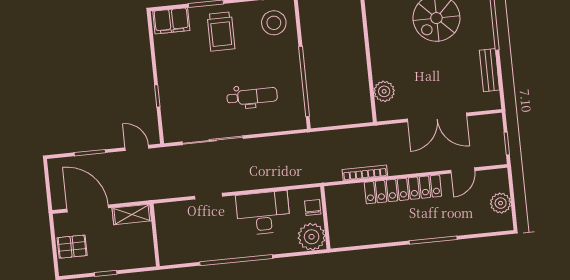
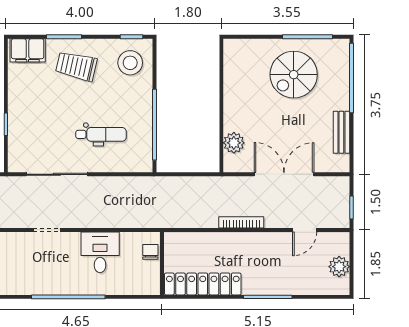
trolley: (221, 32) -> (76, 66), turned 103
double door: (437, 117) -> (284, 174), swing flipped
bookcase: (365, 173) -> (241, 222), moved
locker: (403, 189) -> (203, 284), moved, turned 180
desk: (263, 213) -> (100, 252), width x0.73
plant: (312, 237) -> (146, 281), removed

